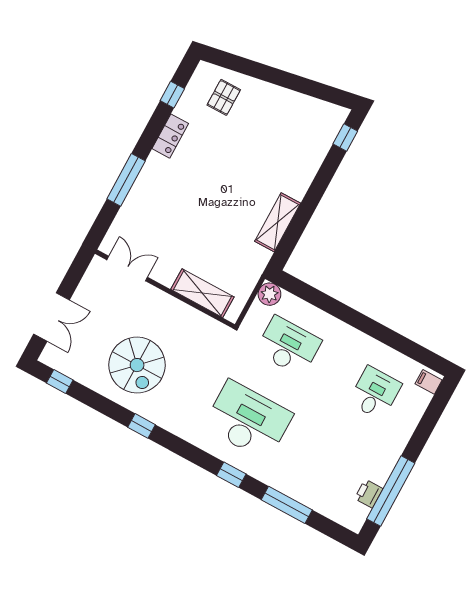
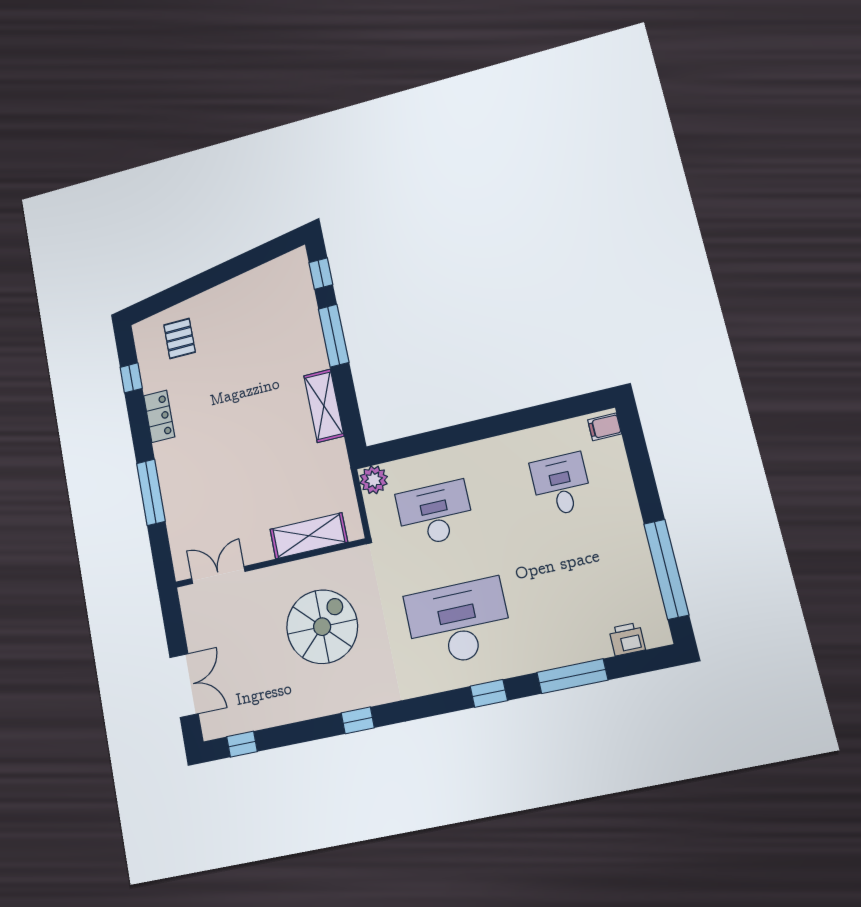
window: (320, 184) -> (334, 336), added
spiral stairs: (137, 365) -> (322, 627), moved, turned -90
printer: (369, 494) -> (627, 639), moved, turned 90

